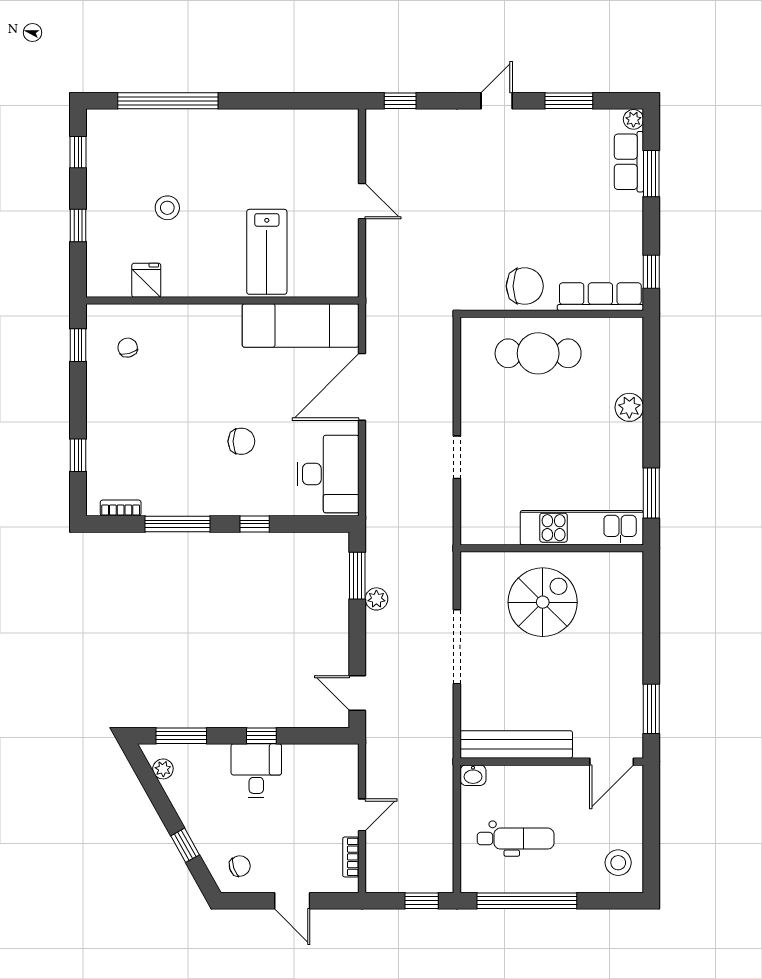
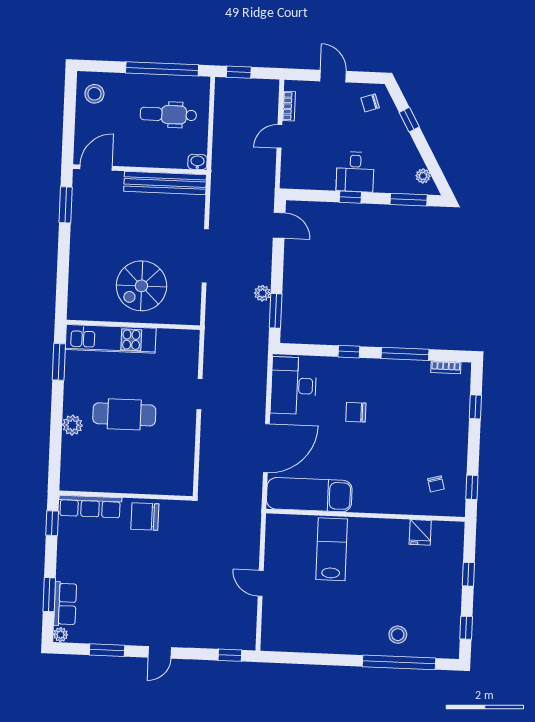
stool: (167, 208) -> (398, 635), moved
cafe table: (538, 353) -> (124, 414), moved

